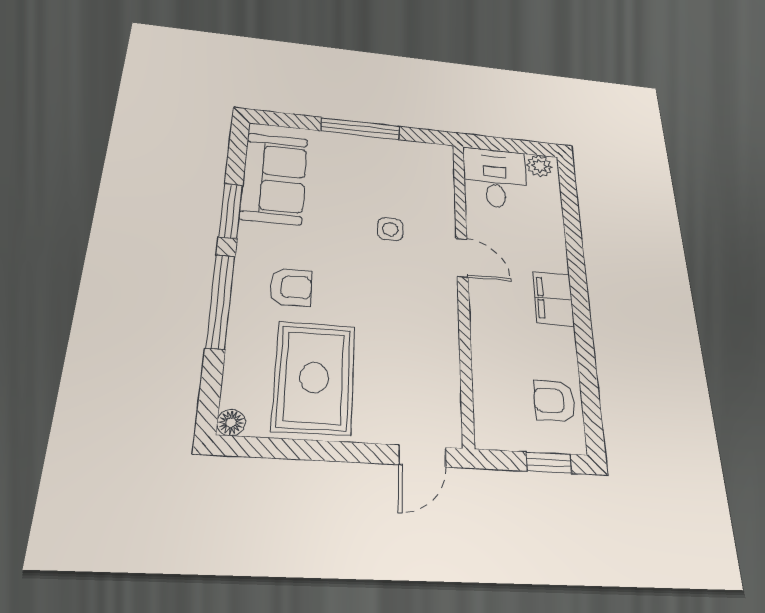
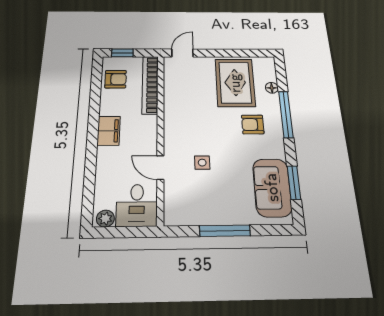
window: (231, 211) -> (294, 183), moved
door: (462, 258) -> (160, 168), moved
bookcase: (487, 384) -> (150, 85), added
floor lamp: (231, 423) -> (272, 88), moved

